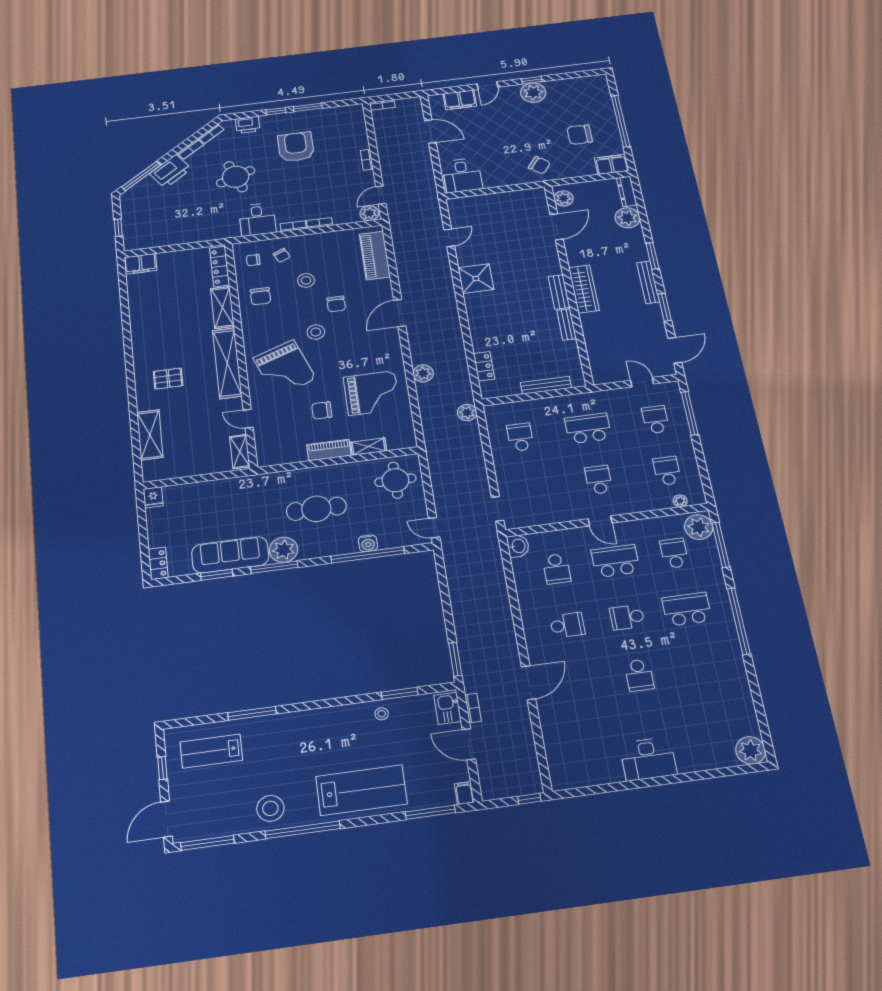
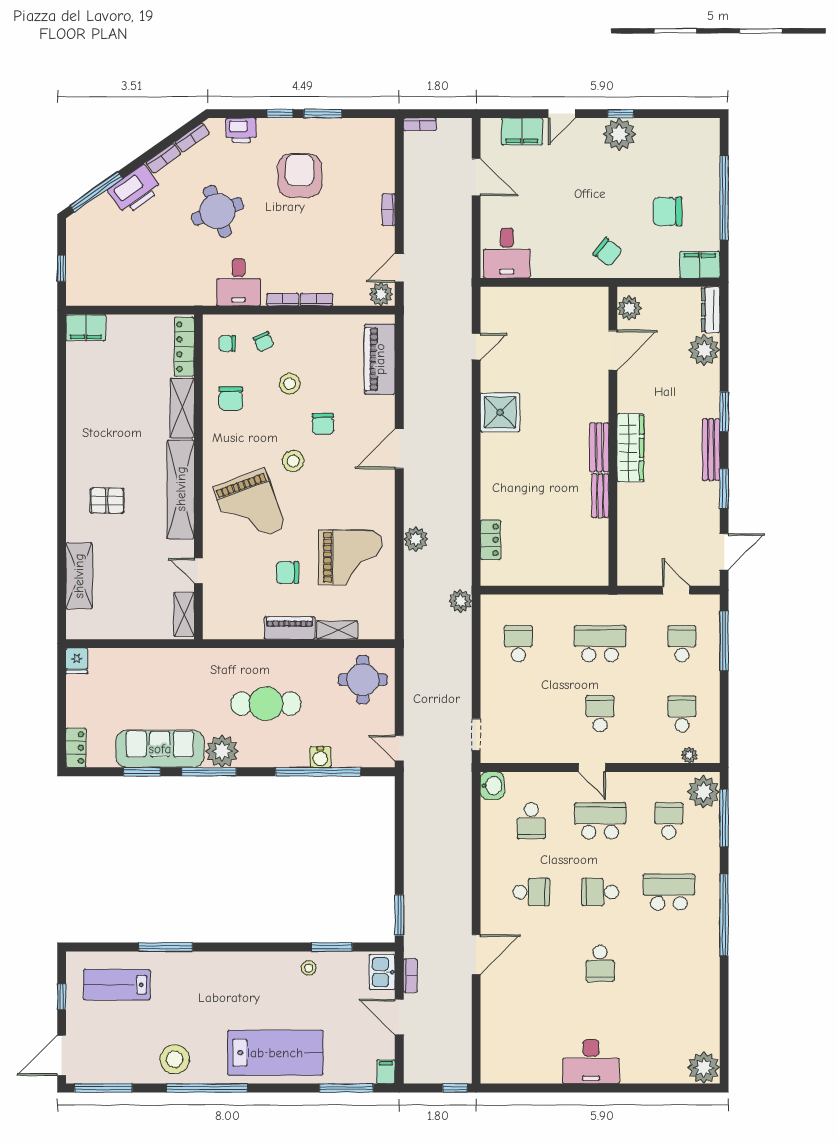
bench: (546, 385) -> (561, 577), removed

